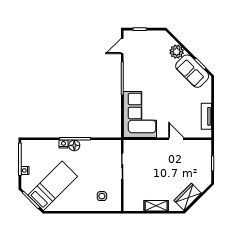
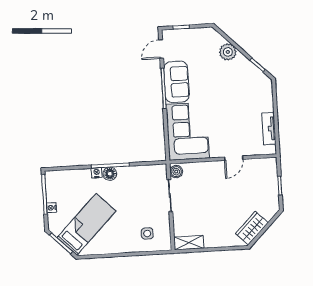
sofa: (192, 71) -> (176, 82), moved, turned -135
door: (176, 139) -> (234, 158), swing flipped
boiler: (129, 147) -> (176, 172), added
shelving: (156, 206) -> (189, 243), moved

